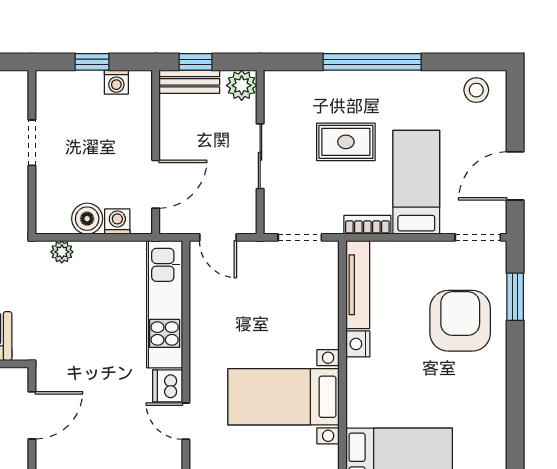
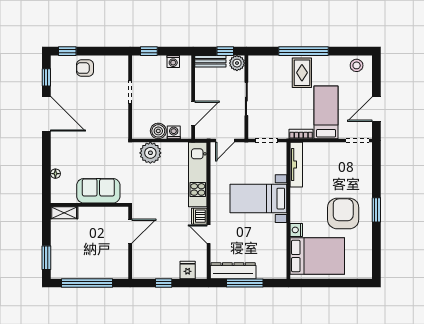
window: (92, 62) -> (149, 51), moved
window: (196, 62) -> (225, 51), moved
rug: (346, 142) -> (302, 73), moved, turned 90
door: (218, 237) -> (225, 140), hinge flipped
plant: (62, 252) -> (150, 153), width x1.87, depth x1.87
window: (515, 297) -> (376, 210), moved
armchair: (460, 321) -> (343, 213), moved
nightstand: (358, 344) -> (296, 230), moved
bed with nightstands: (284, 397) -> (258, 199), moved

